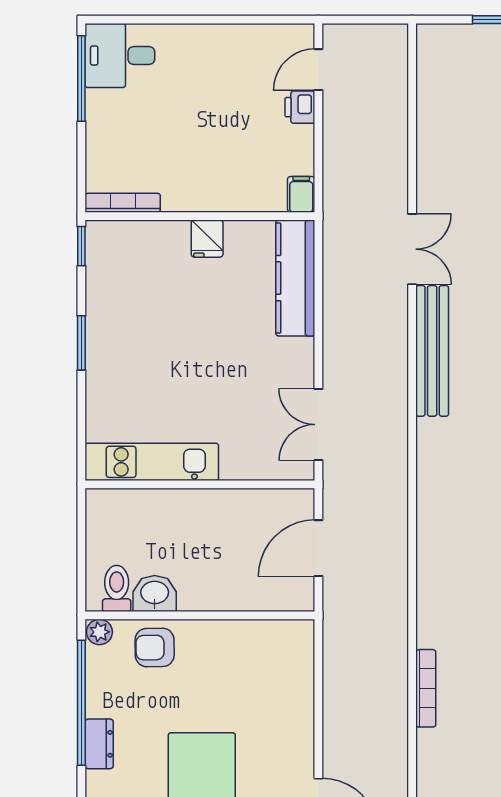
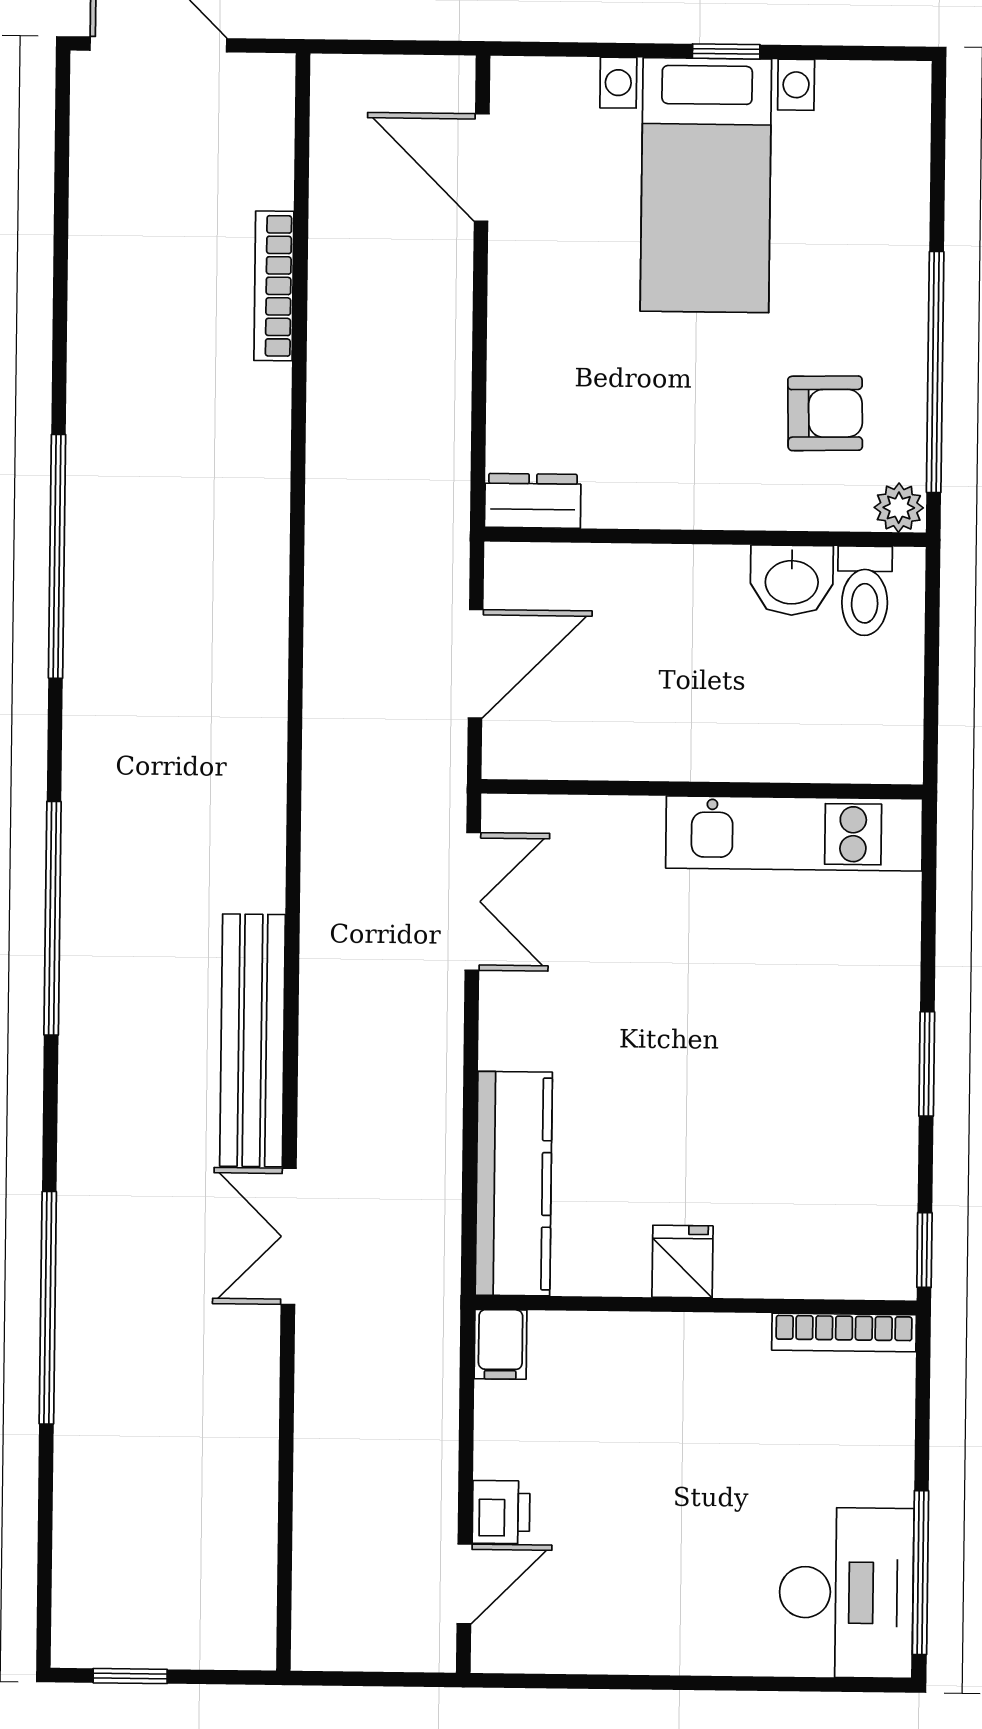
desk: (120, 55) -> (846, 1593), width x1.37
armchair: (155, 647) -> (825, 413), moved
bookcase: (426, 688) -> (274, 286), moved
dresser: (99, 744) -> (533, 501), moved, turned 90

